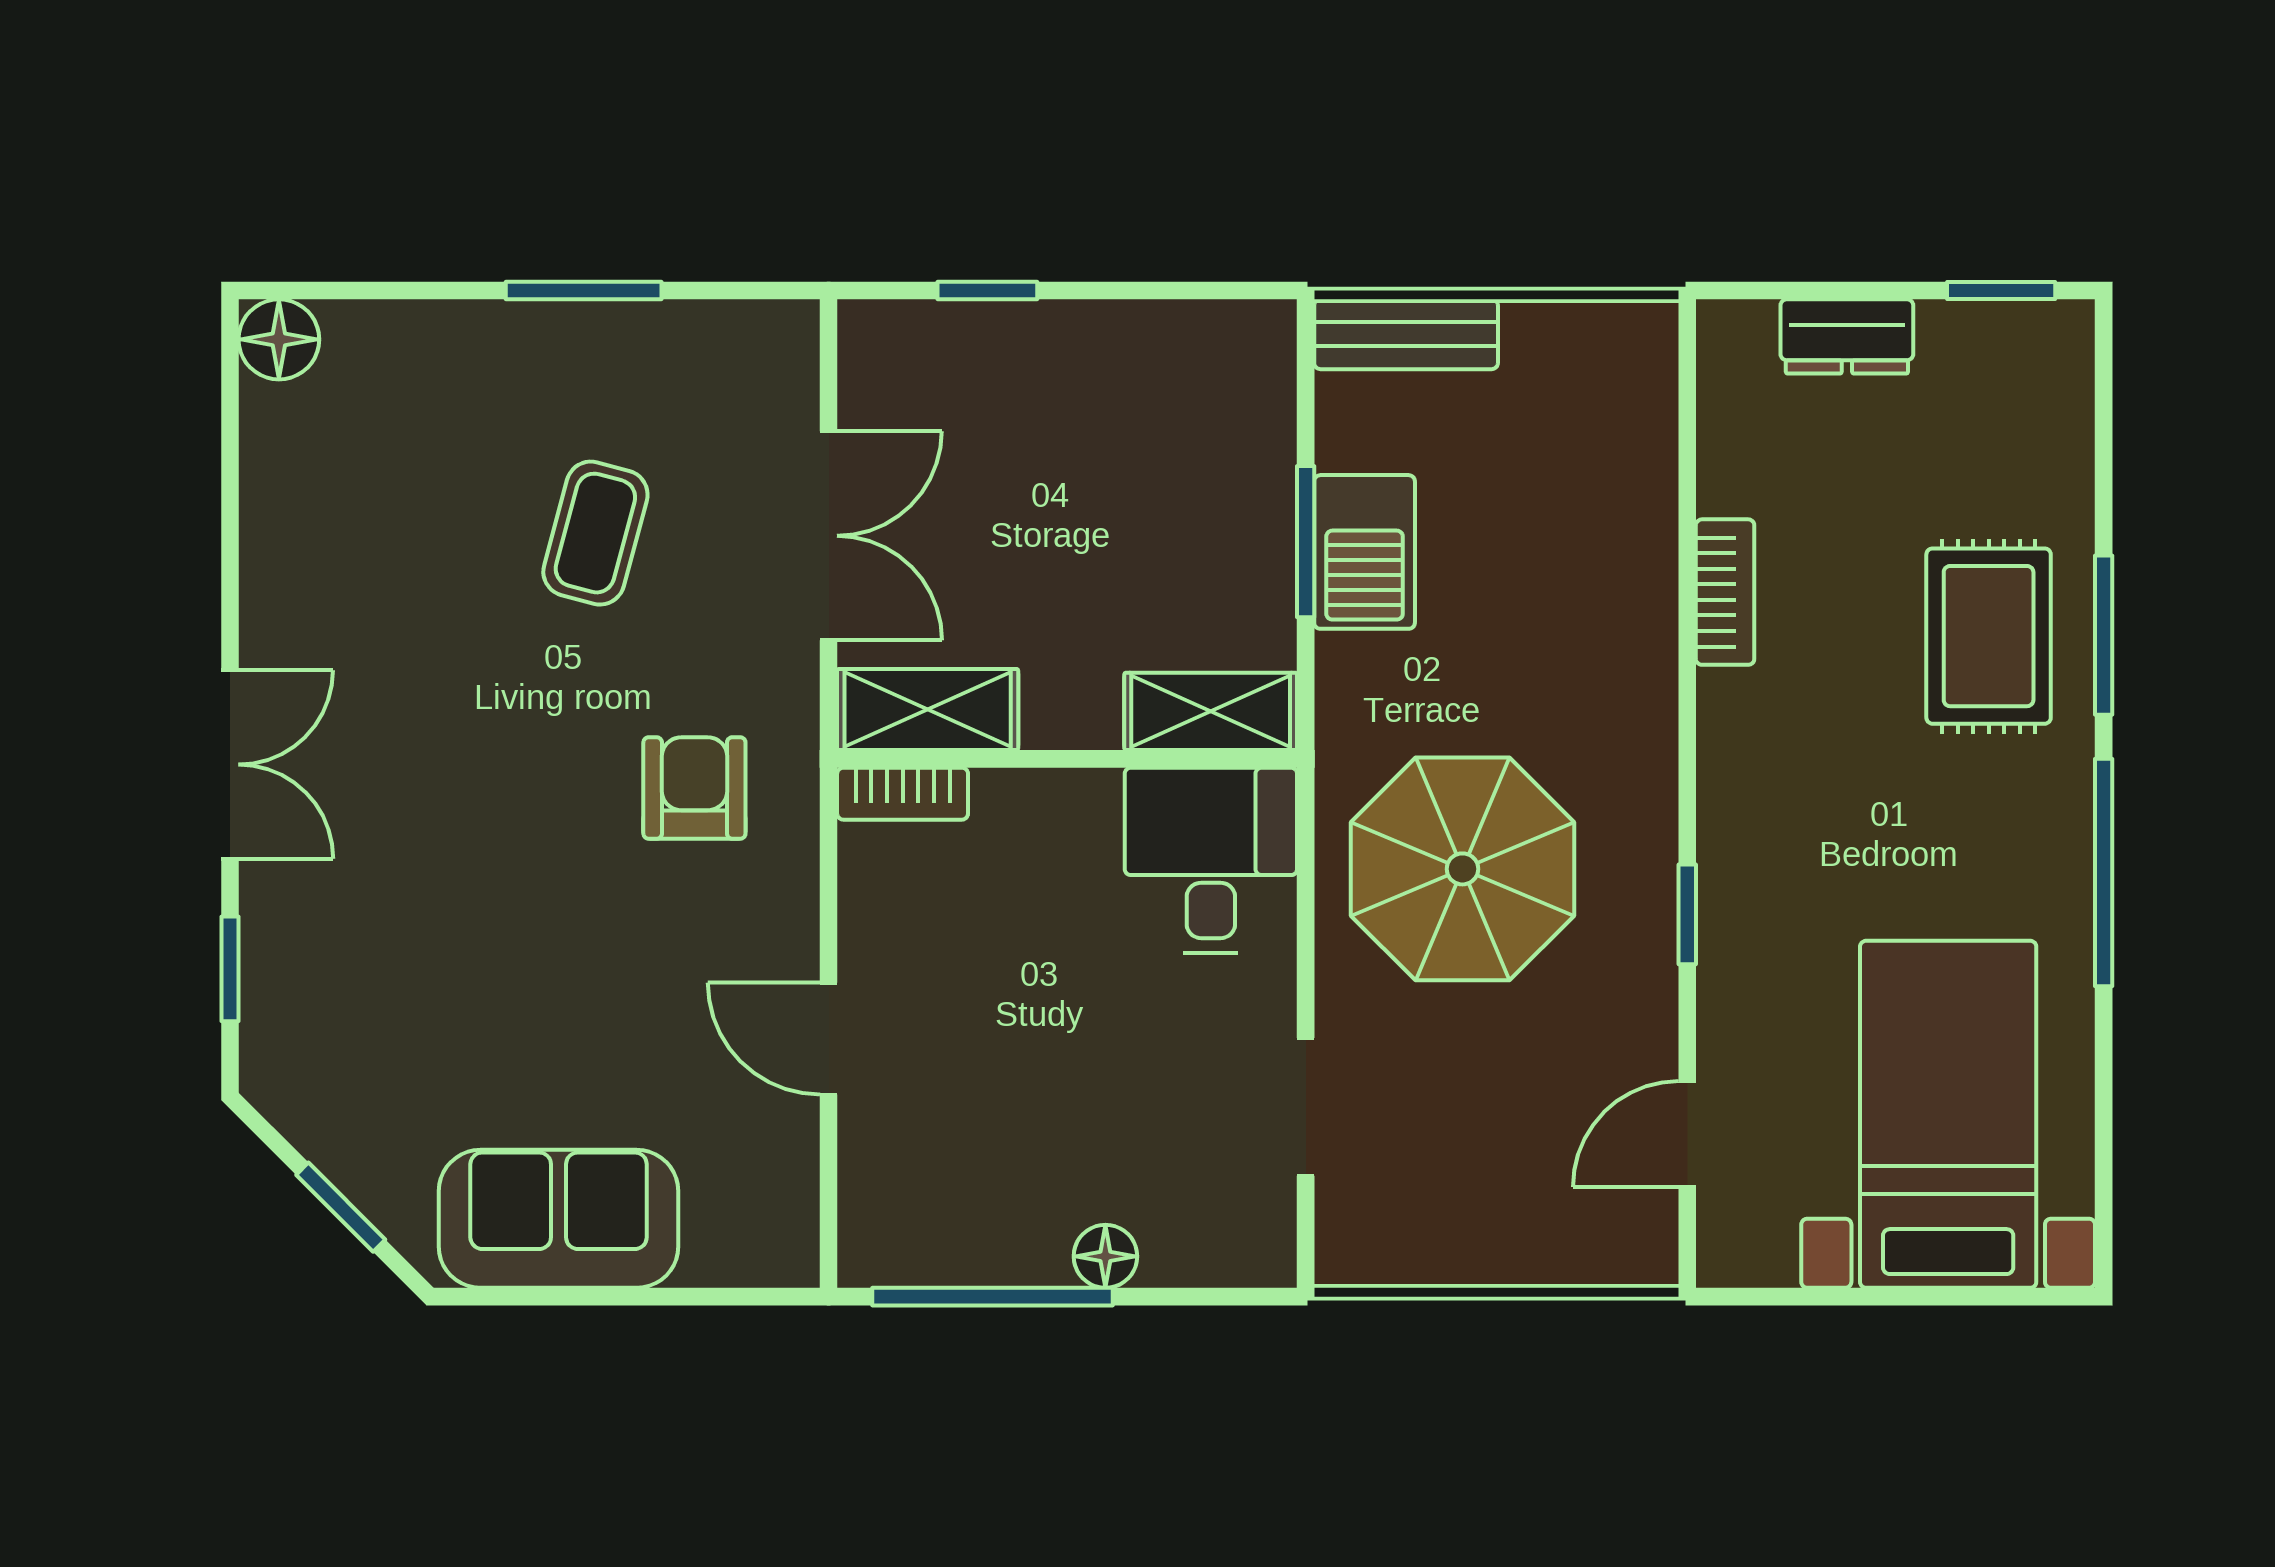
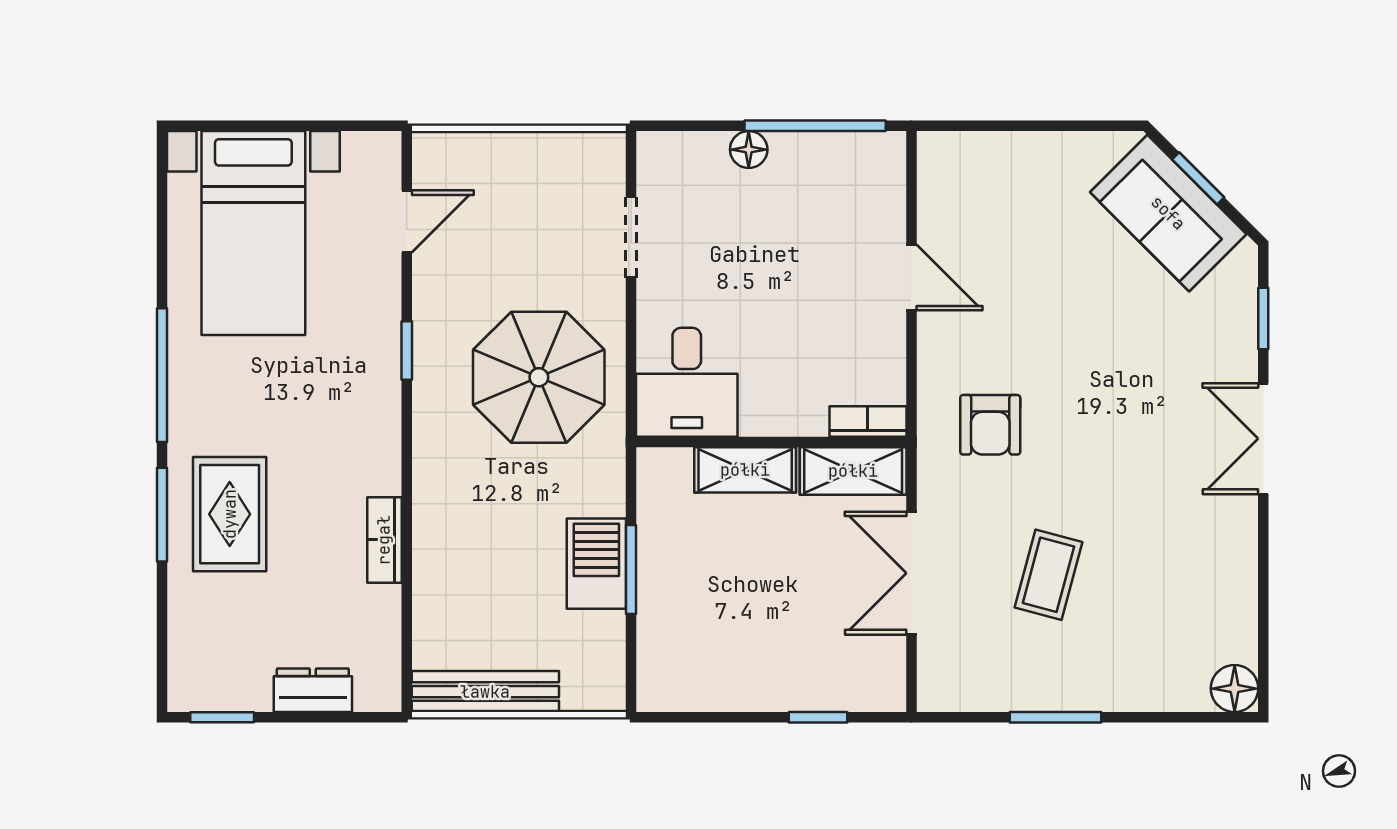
bench: (1406, 334) -> (485, 692), moved, width x1.36
shelving: (1211, 711) -> (745, 470), moved
sofa: (559, 1219) -> (1168, 213), moved, turned 45

